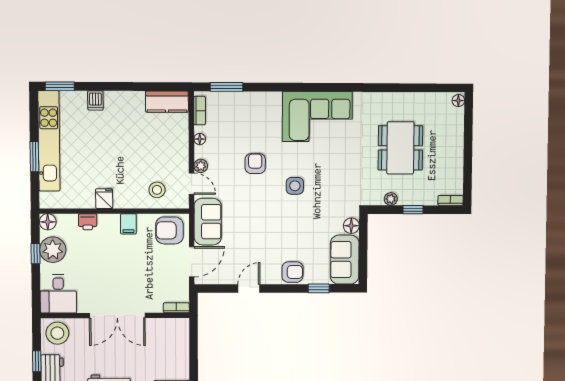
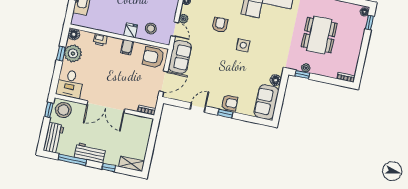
window: (469, 114) -> (370, 22), added
fridge: (104, 199) -> (131, 30), moved
window: (413, 210) -> (302, 75), moved
window: (319, 288) -> (225, 113), moved
window: (37, 361) -> (49, 110), moved

